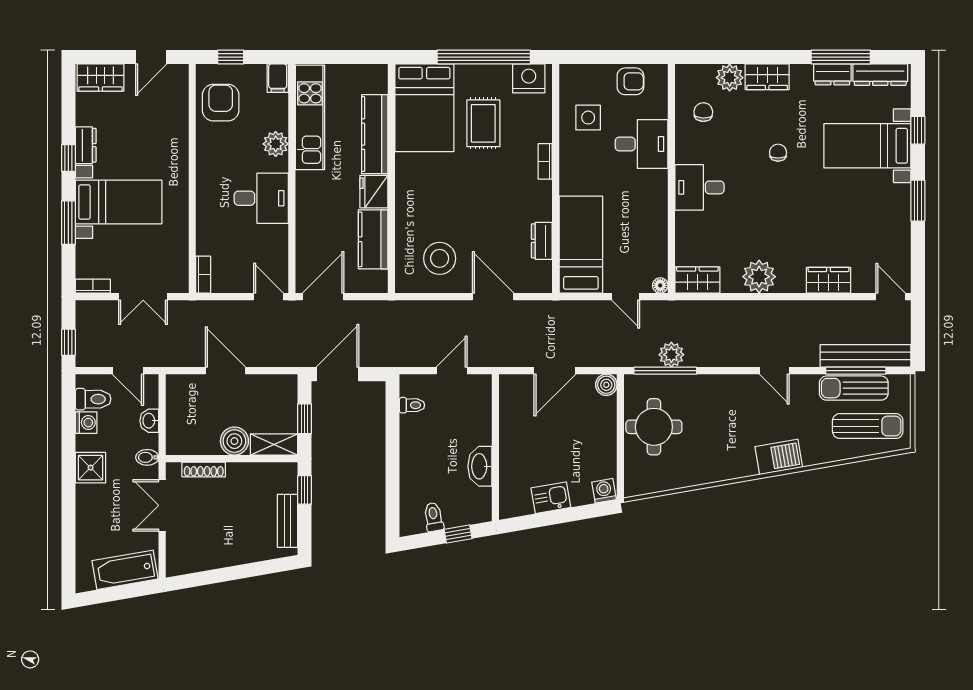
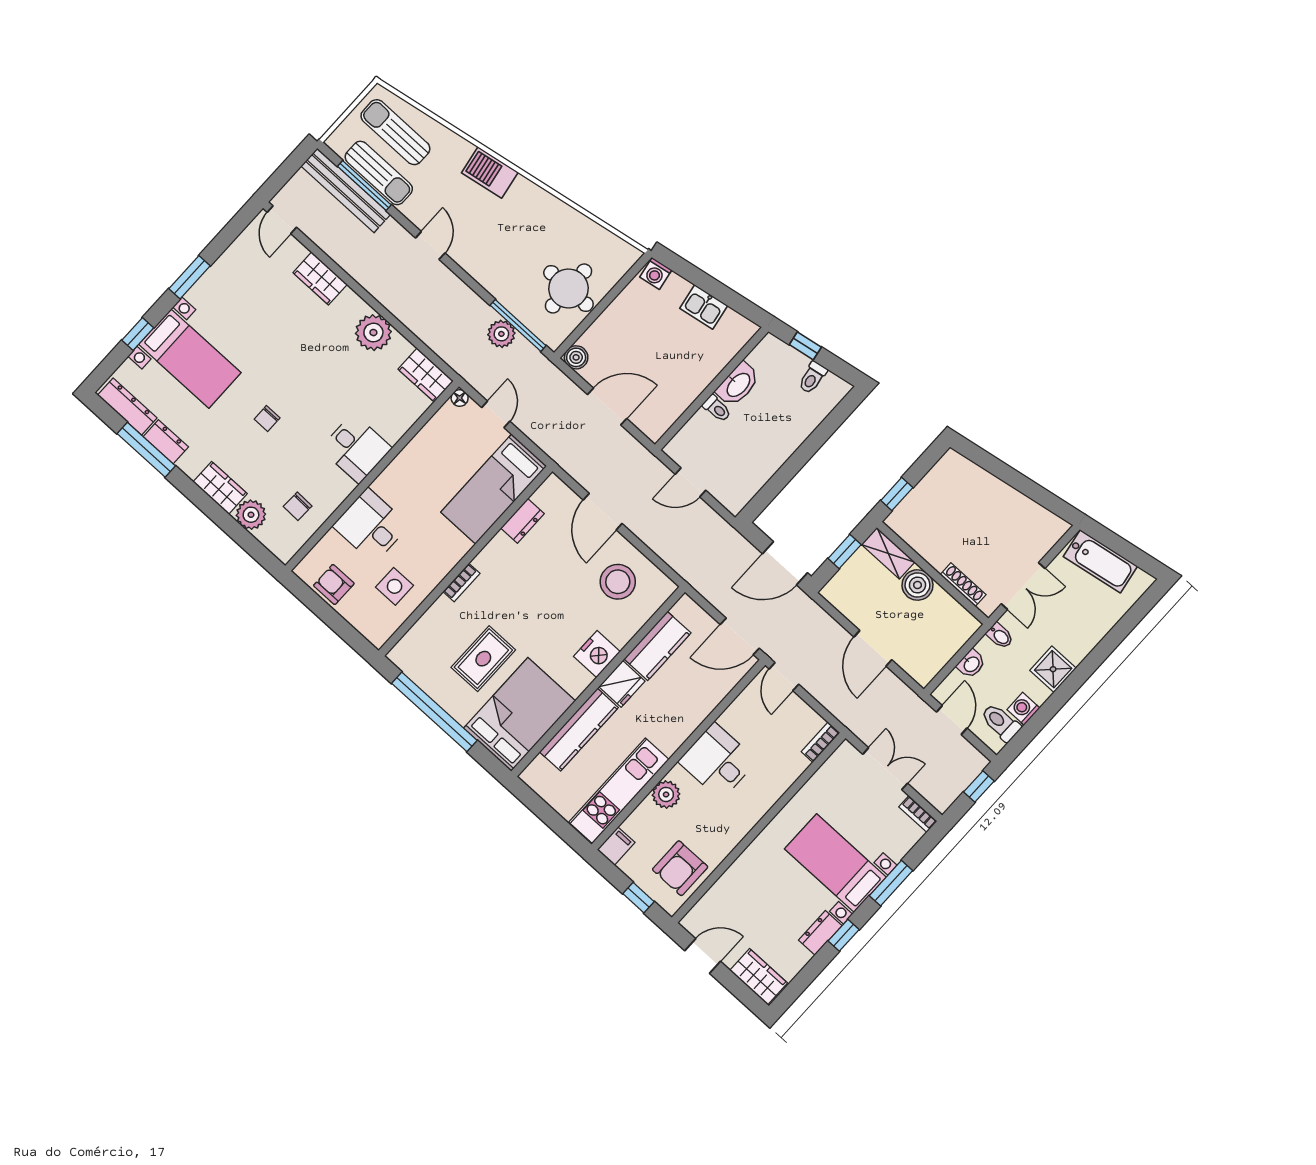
nightstand: (529, 78) -> (597, 654), moved, turned -90
toilet: (412, 405) -> (717, 408), moved, turned 180
bench: (287, 521) -> (933, 482), removed

